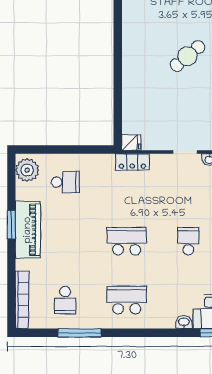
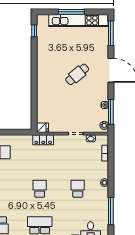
school desk: (127, 241) -> (40, 189), width x0.54

